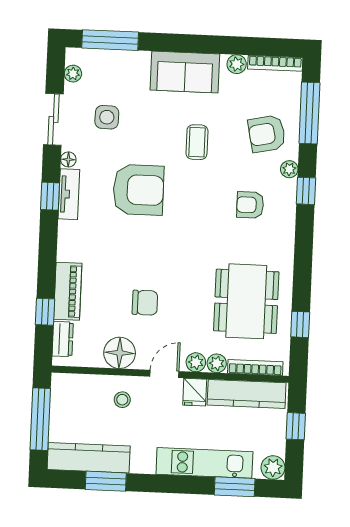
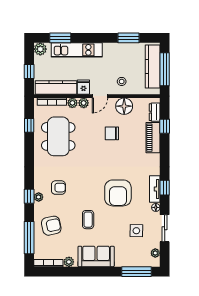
plant: (289, 169) -> (39, 197), moved
armchair: (138, 190) -> (118, 193), turned -90
kitchen counter: (89, 458) -> (153, 67), moved, turned 90

